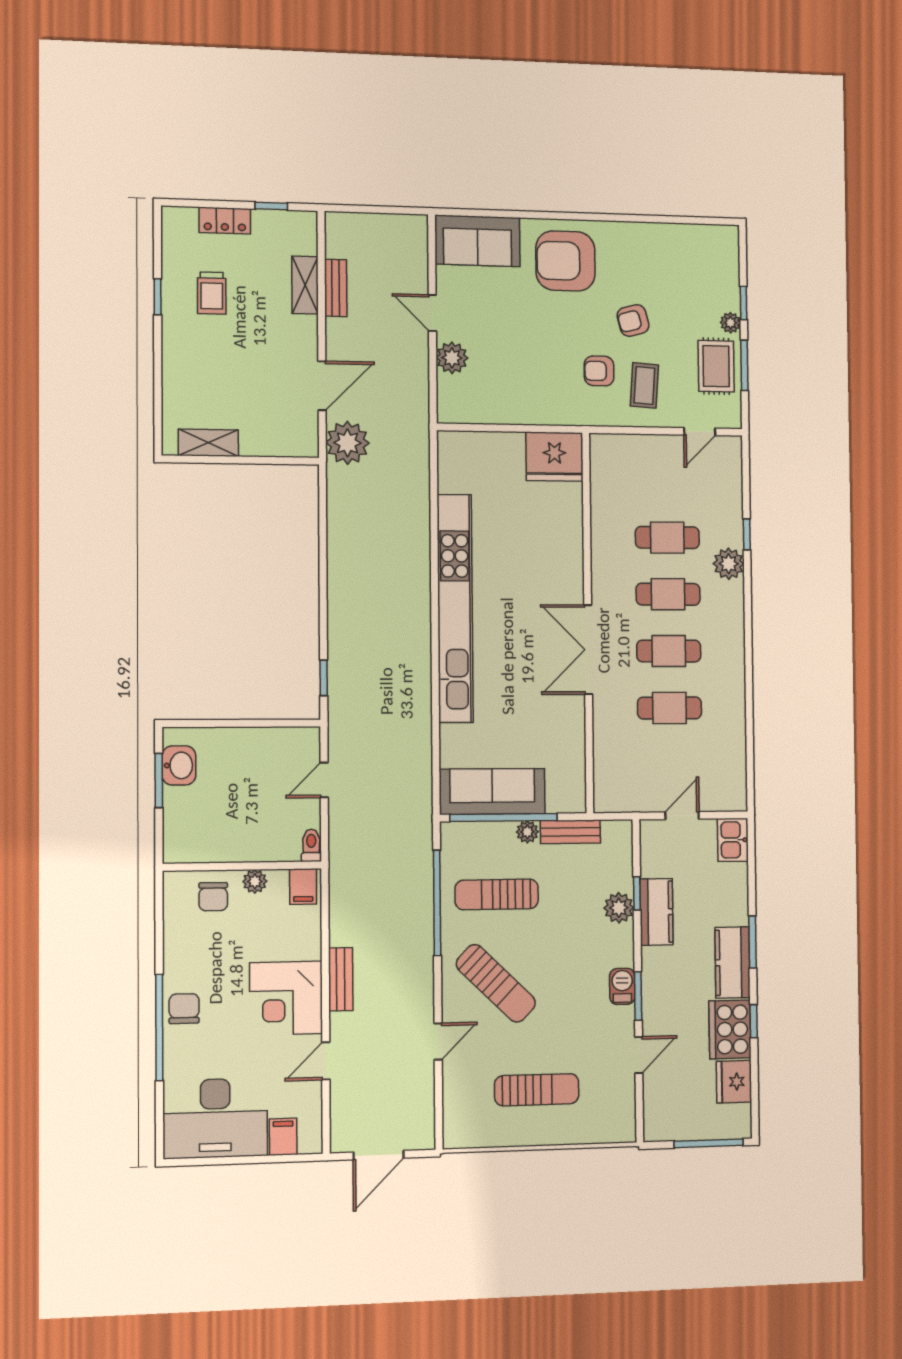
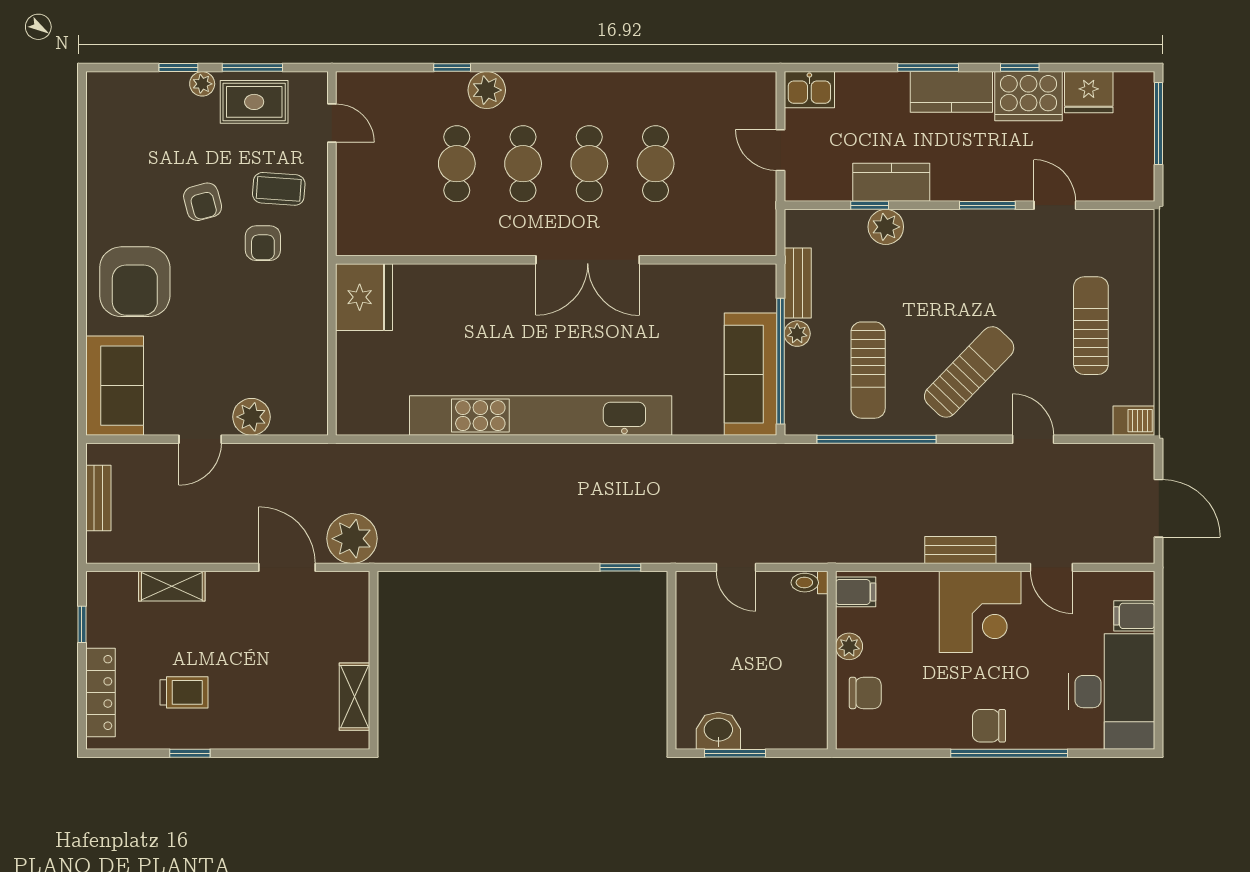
locker: (225, 221) -> (100, 692), width x1.53
bench: (336, 288) -> (98, 498), moved, turned 90
barbecue: (622, 986) -> (1134, 421), moved, turned 180

